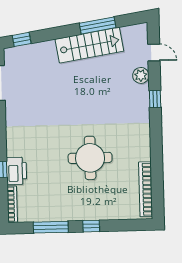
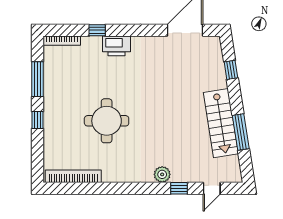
window: (22, 39) -> (231, 70), moved
plant: (141, 75) -> (162, 174), moved
window: (155, 99) -> (179, 188), moved
printer: (16, 171) -> (117, 46), moved

